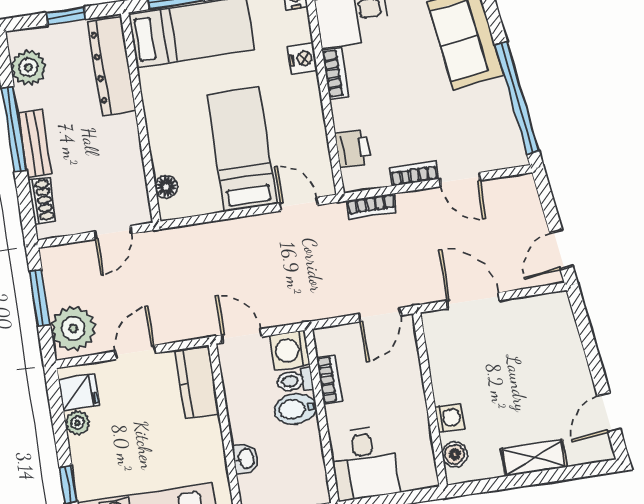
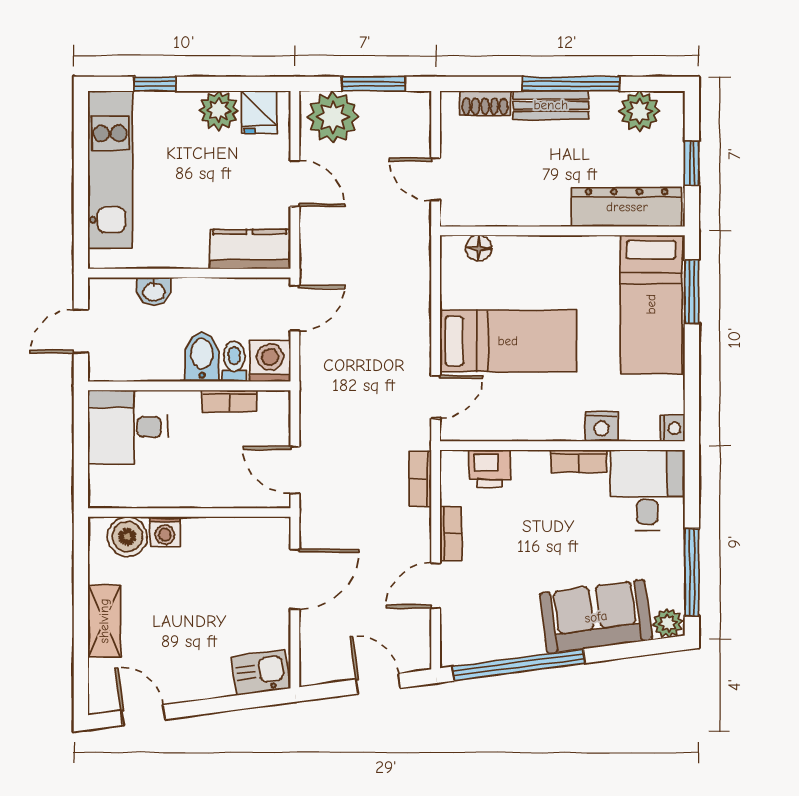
door: (561, 250) -> (378, 684), moved
kitchen sink: (557, 317) -> (261, 672), added
plant: (77, 423) -> (219, 110), width x1.38, depth x1.38
boiler: (455, 454) -> (127, 537), width x1.36, depth x1.36

